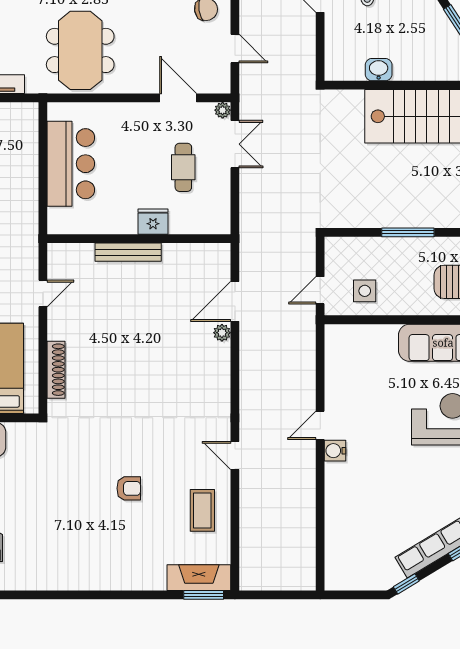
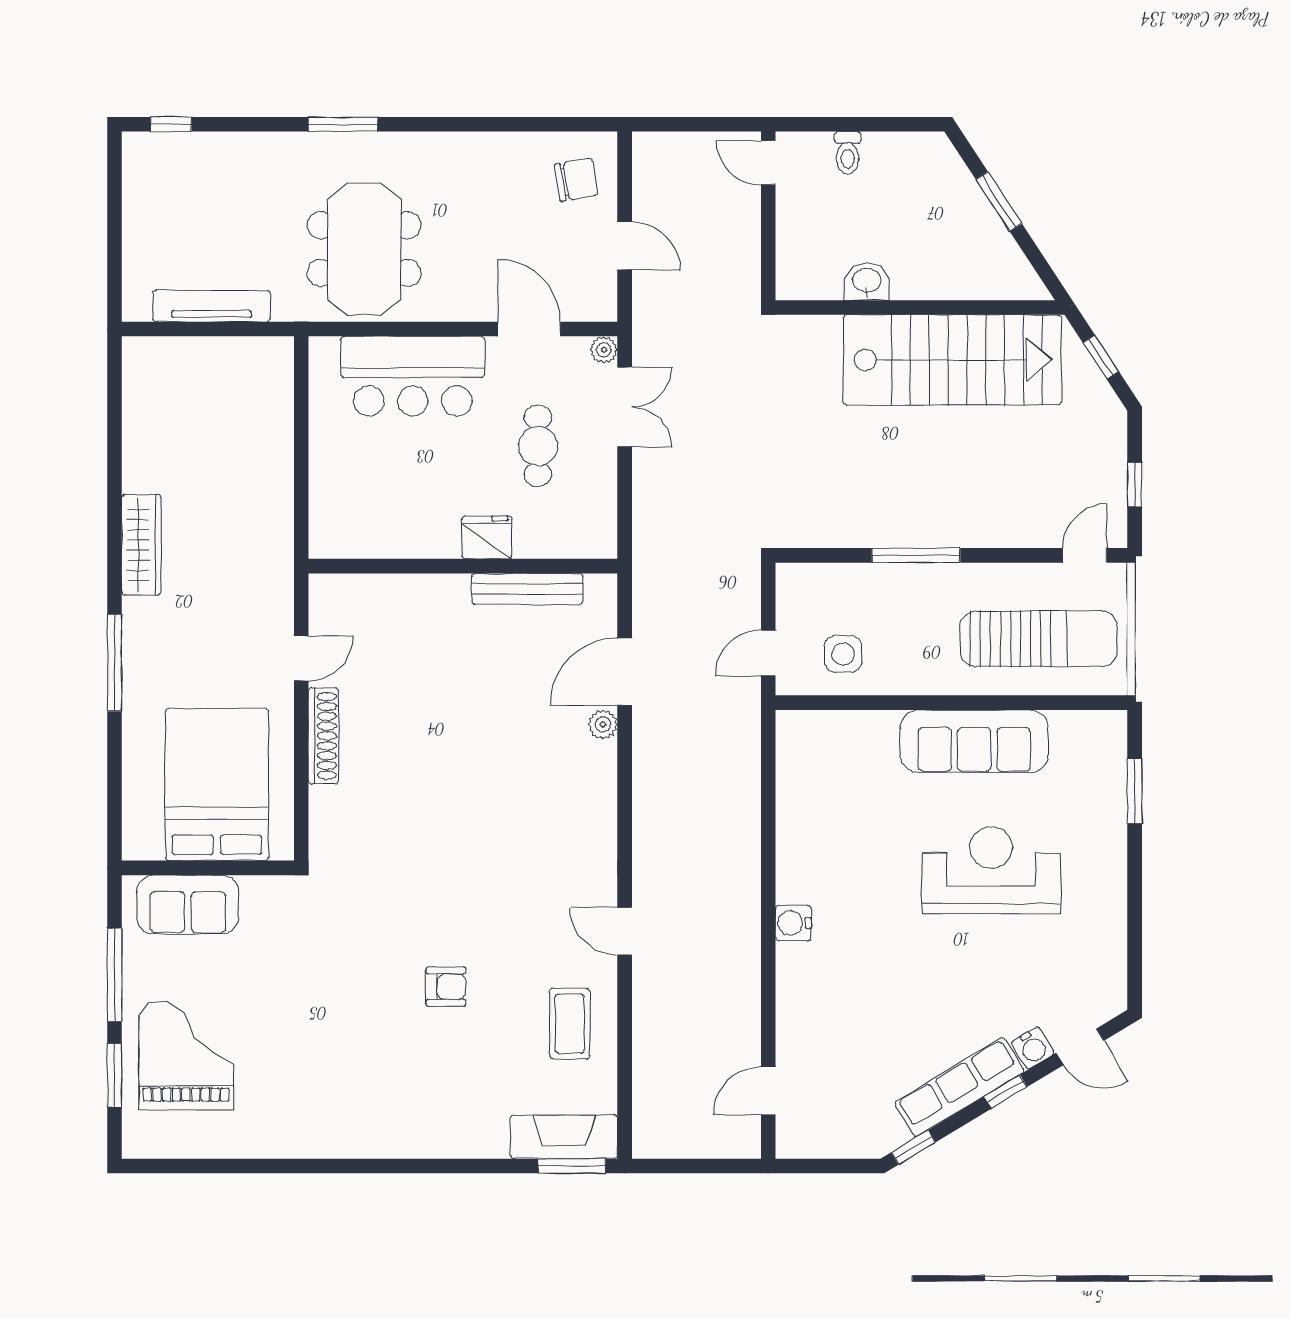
bar counter: (71, 164) -> (413, 376), moved, turned 90
bench: (128, 252) -> (527, 589), moved
shoe rack: (56, 370) -> (323, 736), moved
door: (320, 425) -> (768, 1091), moved

